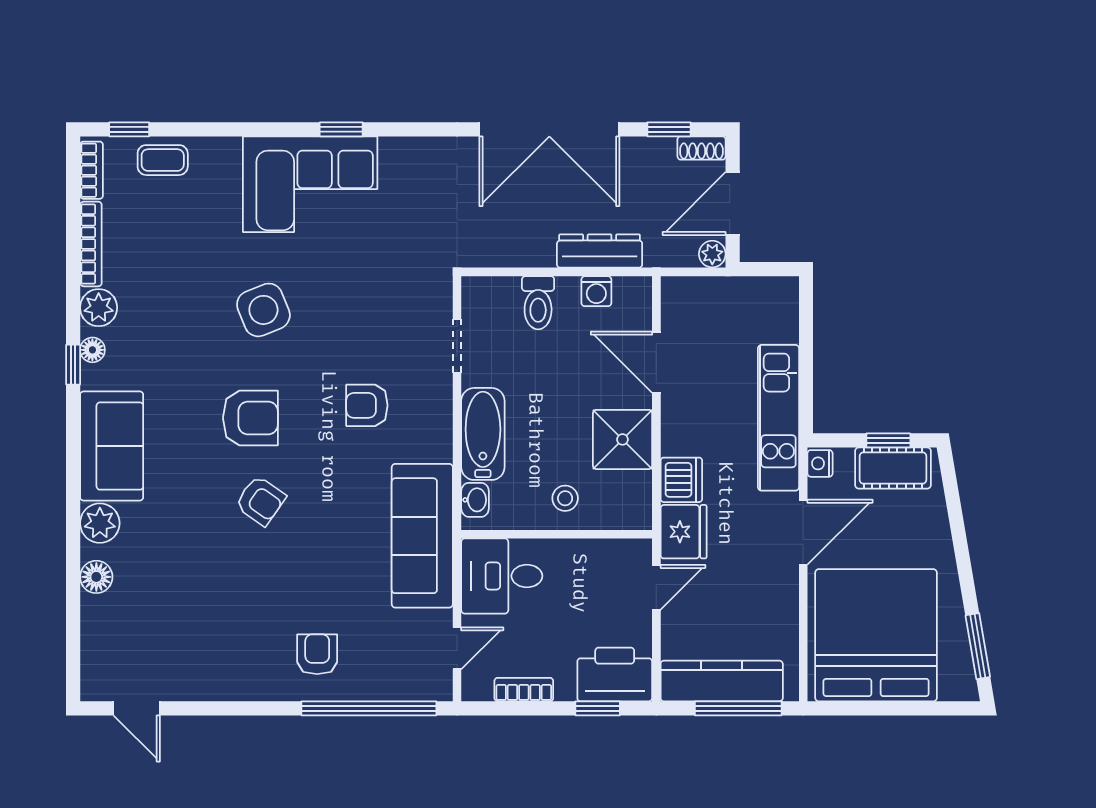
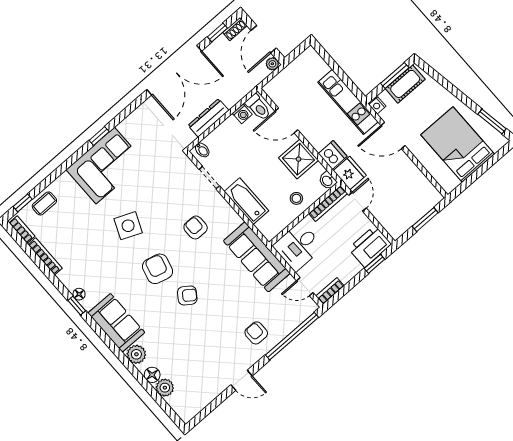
dresser: (600, 251) -> (208, 118), moved
bidet: (484, 293) -> (202, 150), added
toilet: (538, 303) -> (258, 107), moved
plant: (99, 308) -> (165, 388), moved
side table: (263, 310) -> (128, 226), turned 45
armchair: (367, 405) -> (196, 227), turned 90
armchair: (250, 418) -> (158, 269), turned -75
window: (888, 440) -> (395, 75), width x1.50
washbasin: (475, 500) -> (327, 181), moved, turned 180
door: (803, 532) -> (393, 135), swing flipped
bookcase: (608, 550) -> (328, 203), added
bed: (876, 635) -> (458, 144), width x0.73
door: (457, 648) -> (305, 287), swing flipped
kitchen counter: (722, 681) -> (411, 215), removed
bookcase: (524, 690) -> (330, 291), moved
door: (137, 708) -> (242, 380), moved
window: (738, 708) -> (425, 220), width x0.69

